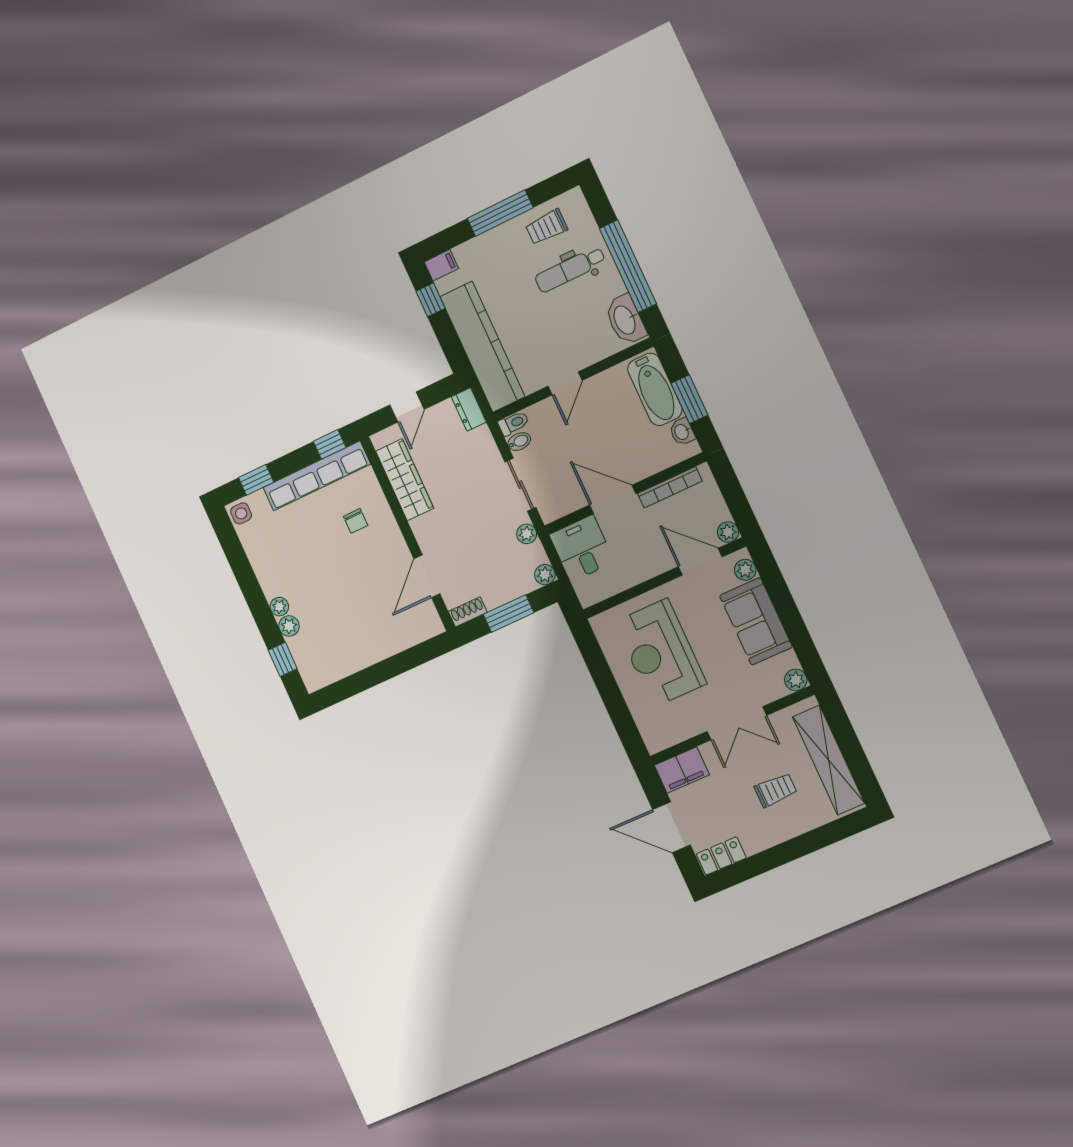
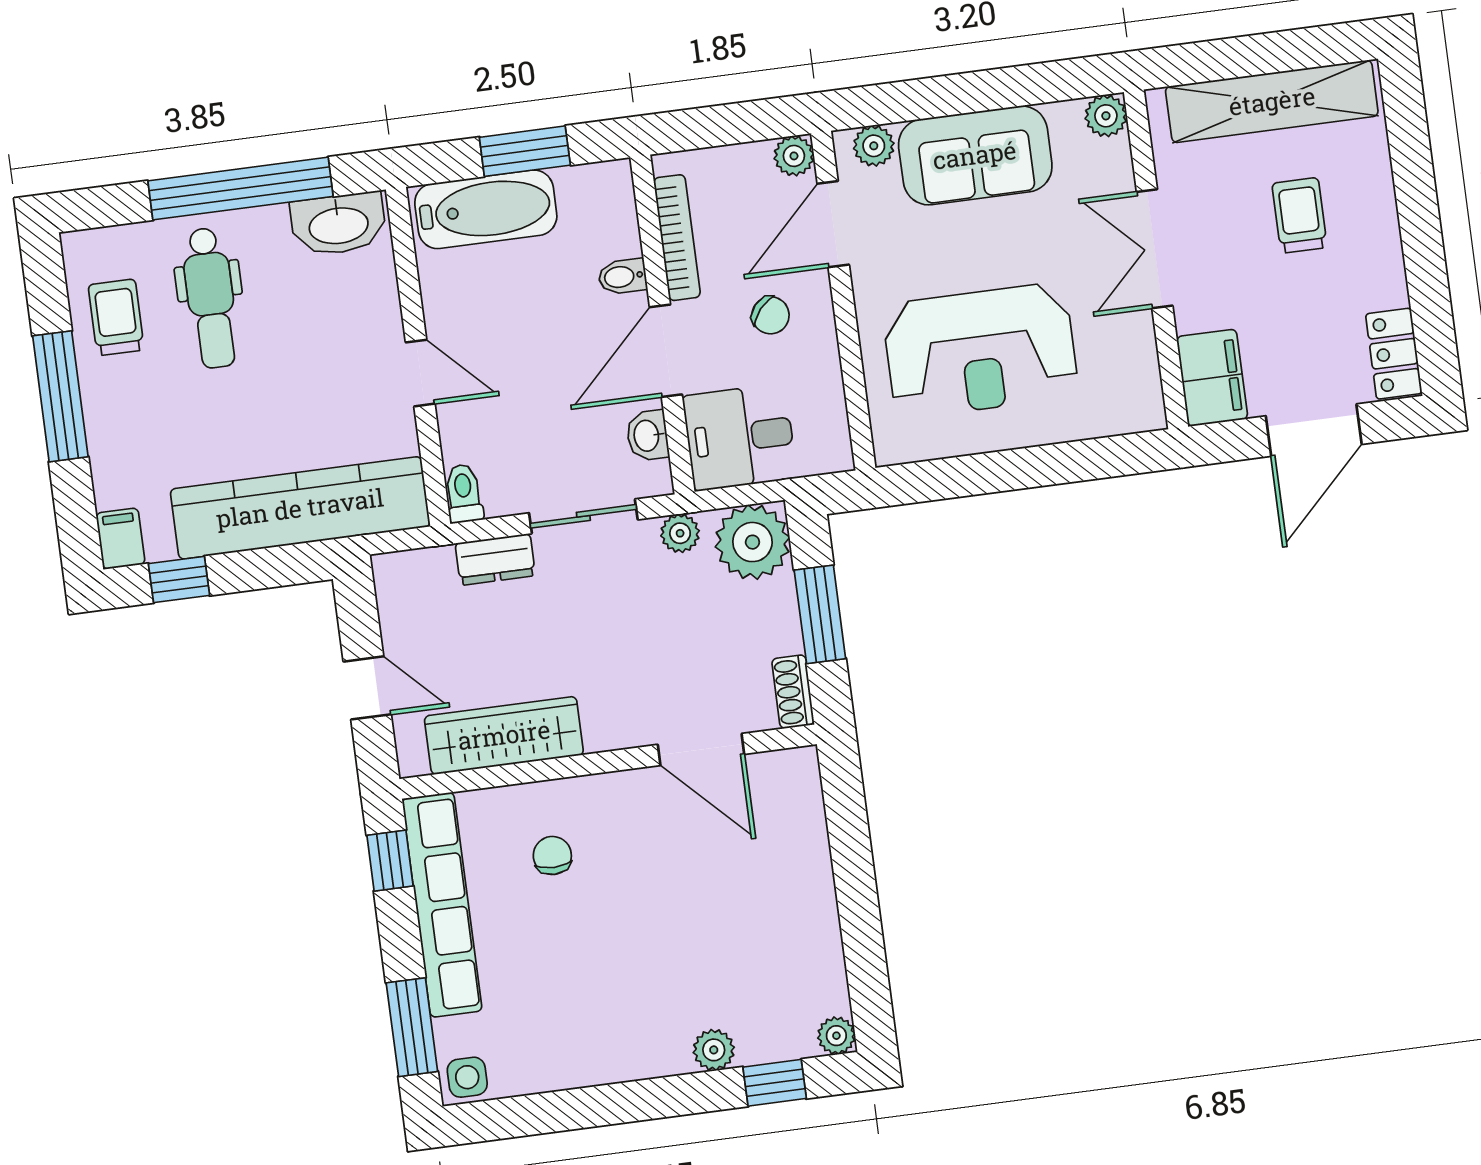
trolley: (547, 227) -> (116, 317), turned 180
dresser: (469, 409) -> (495, 559), moved
washbasin: (682, 432) -> (647, 436), moved, turned 90
bidet: (519, 441) -> (622, 277), moved, turned -90
window: (256, 480) -> (412, 1027), width x1.50
chair: (356, 521) -> (552, 855), turned -90
chair: (646, 545) -> (771, 315), added
plant: (545, 575) -> (752, 542), width x1.88, depth x1.88
plant: (279, 607) -> (836, 1036), moved
double door: (737, 723) -> (1155, 249), swing flipped

